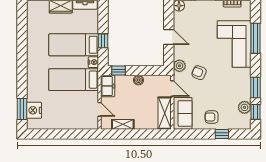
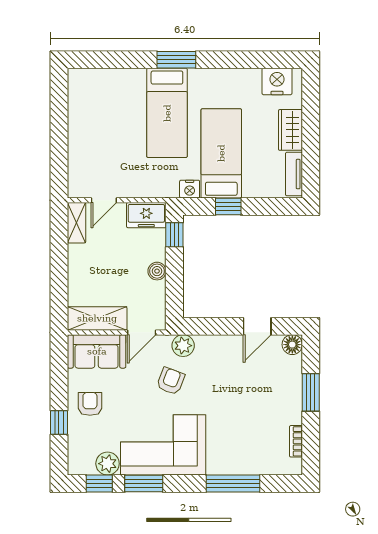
door: (169, 37) -> (257, 326), moved
corner sofa: (234, 44) -> (163, 445), moved
bed: (74, 80) -> (167, 113), moved, turned 180
window: (22, 109) -> (176, 60), moved
nightstand: (34, 110) -> (277, 81), moved
shelving: (123, 124) -> (77, 223), moved

